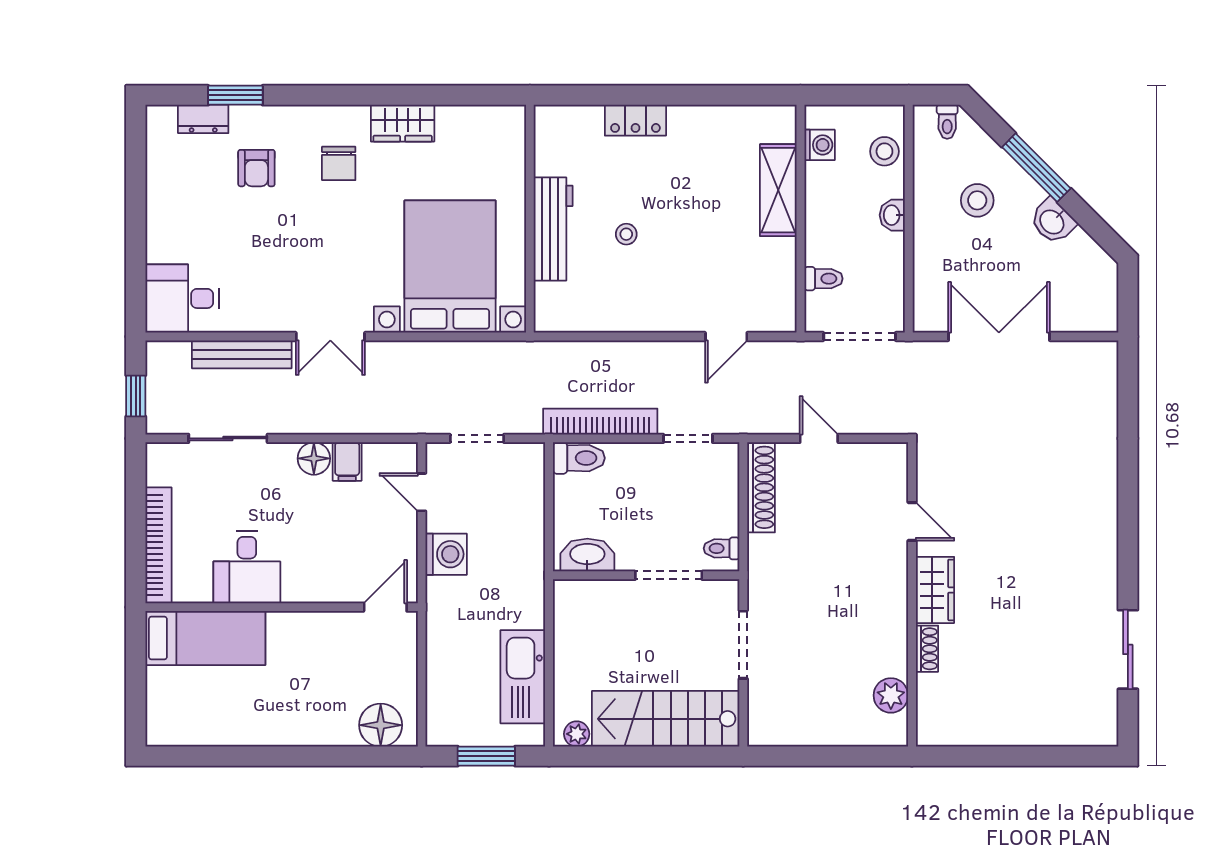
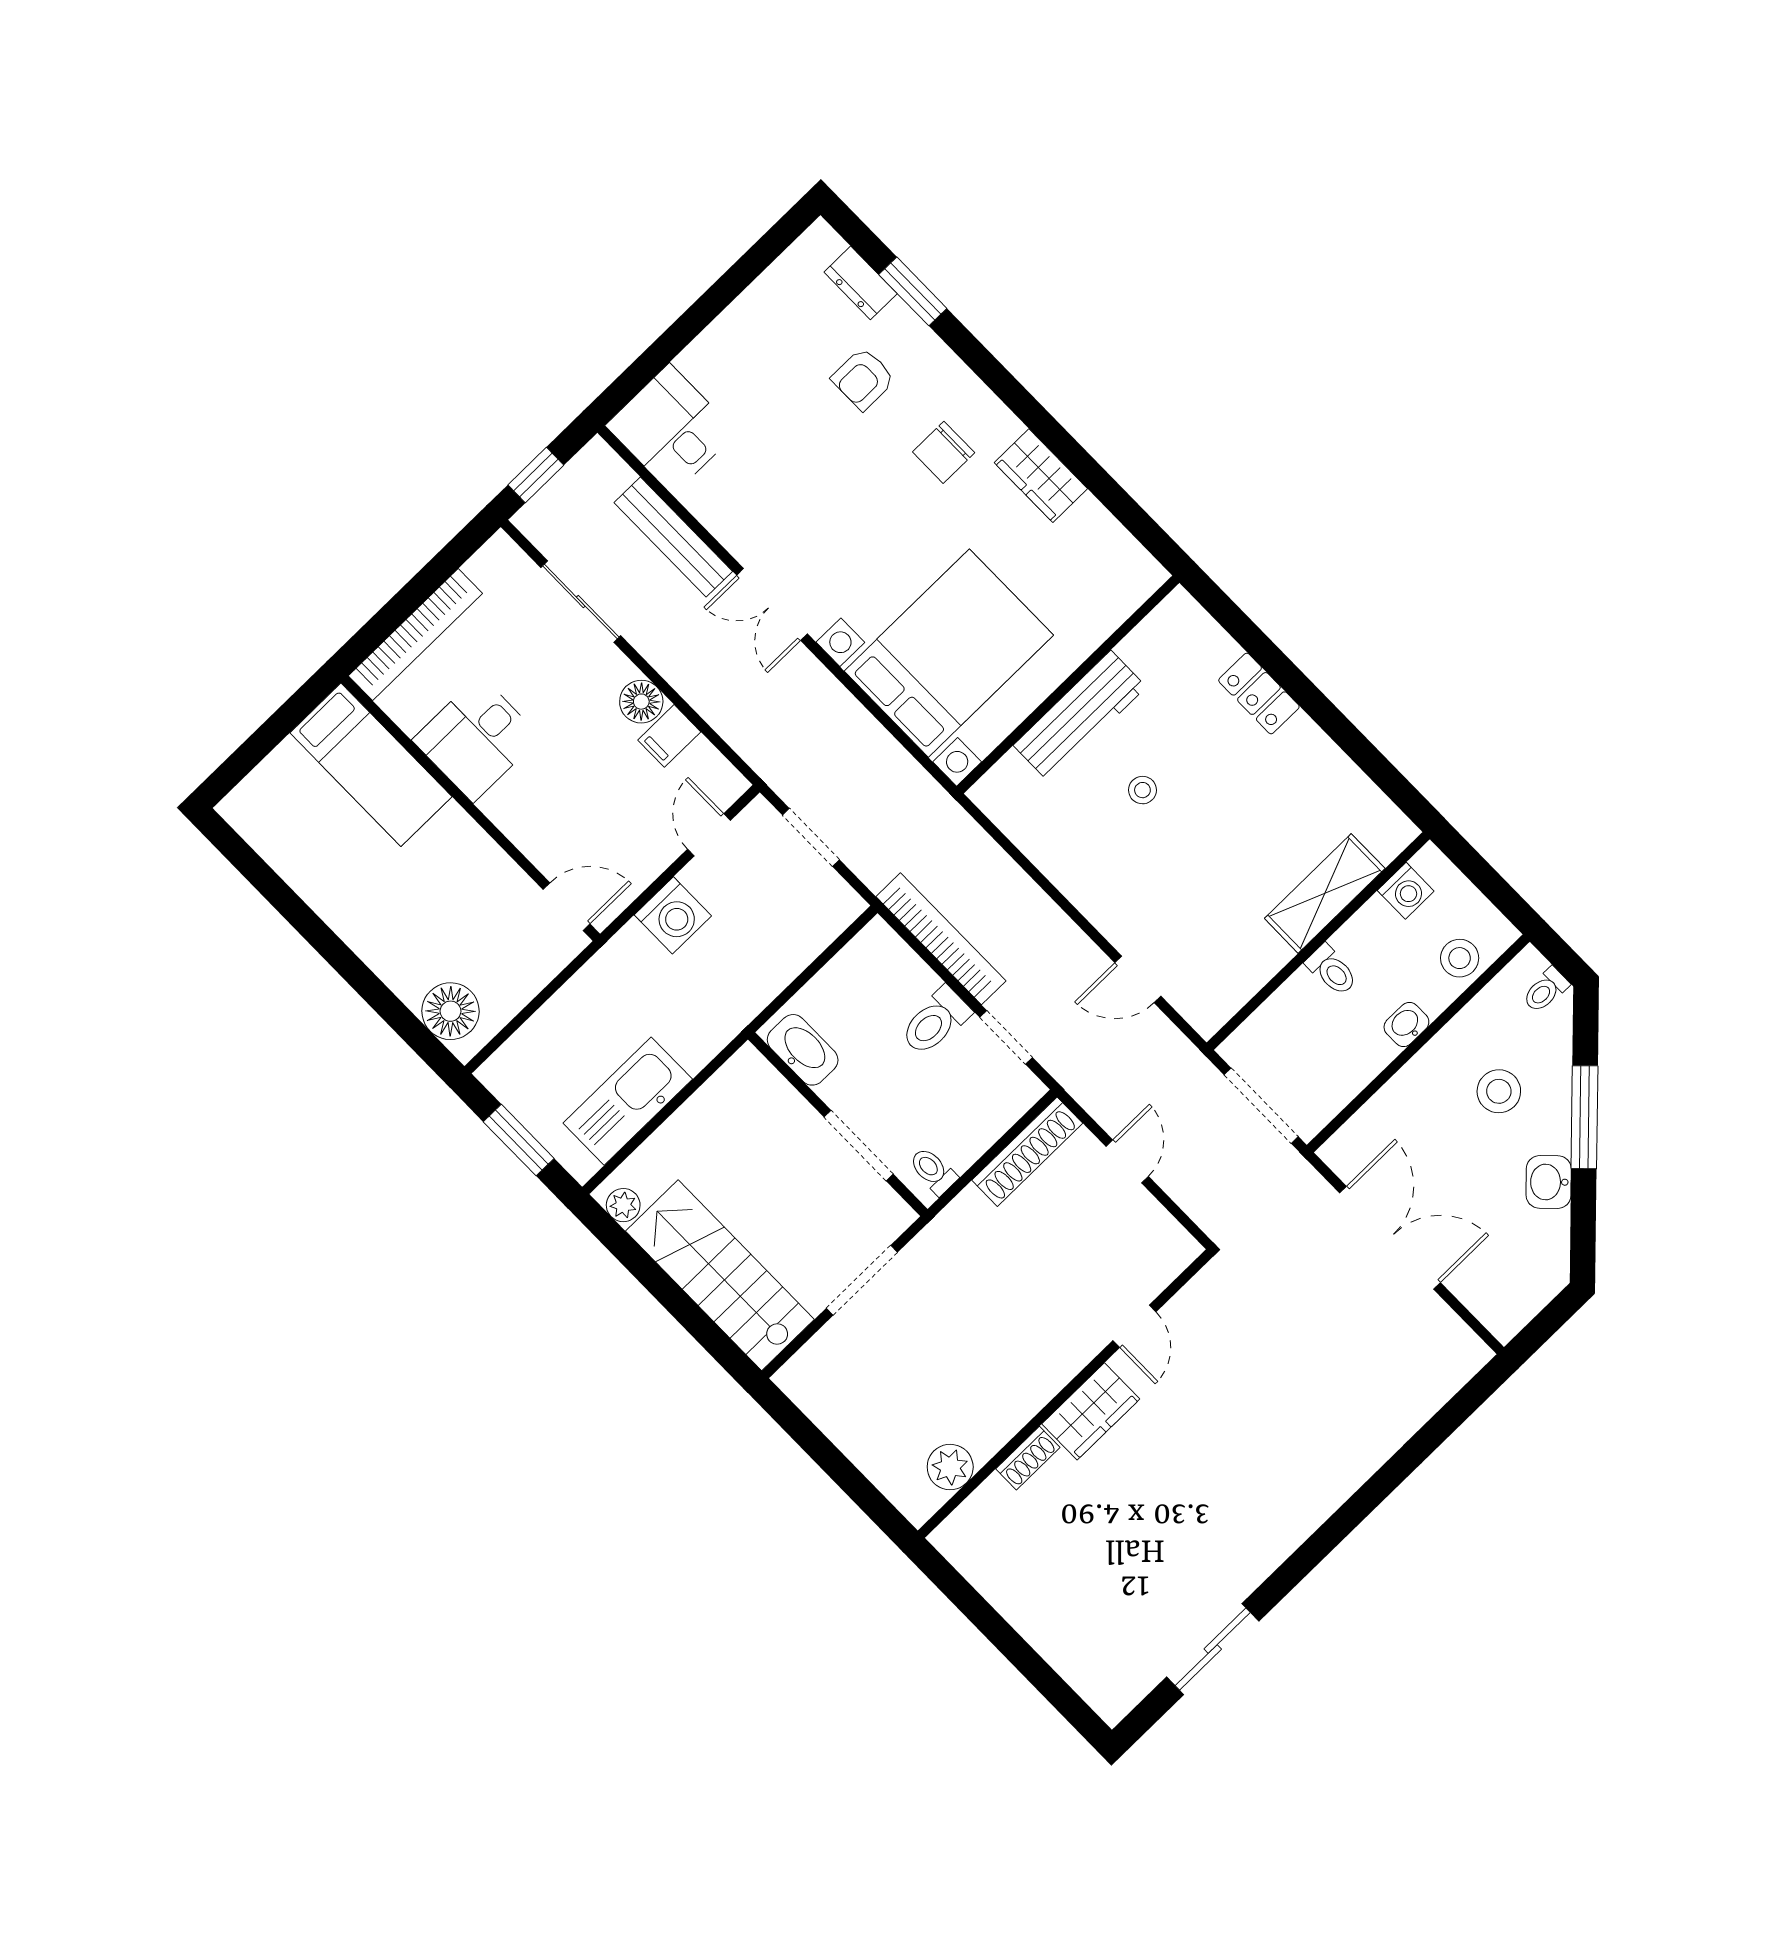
toilet: (823, 279) -> (1332, 970), moved
toilet: (579, 458) -> (935, 1021), moved, turned 90

